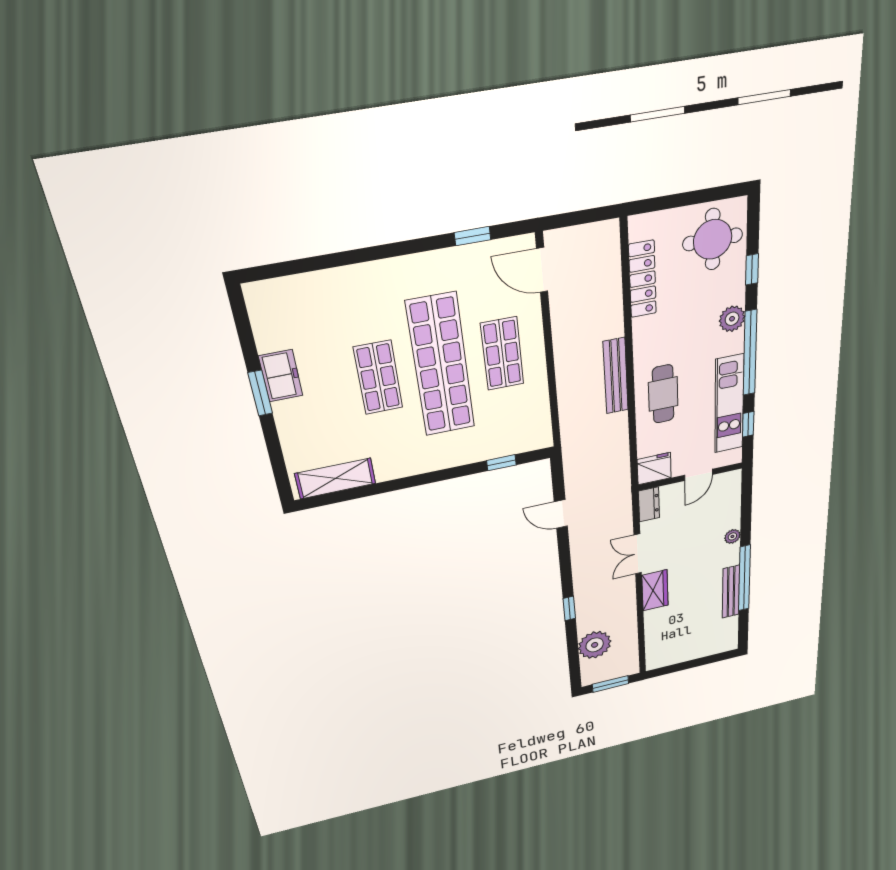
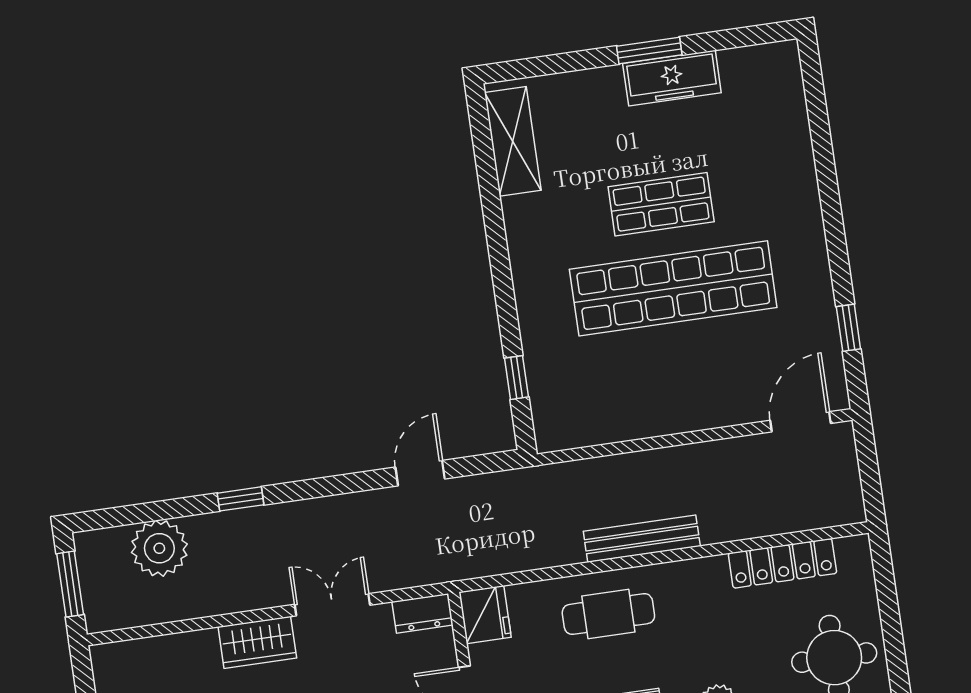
shop shelf: (502, 354) -> (685, 373), removed
freezer: (281, 376) -> (672, 78), width x1.40

